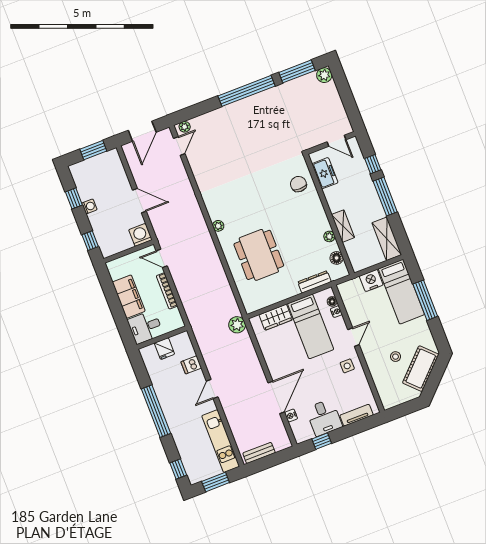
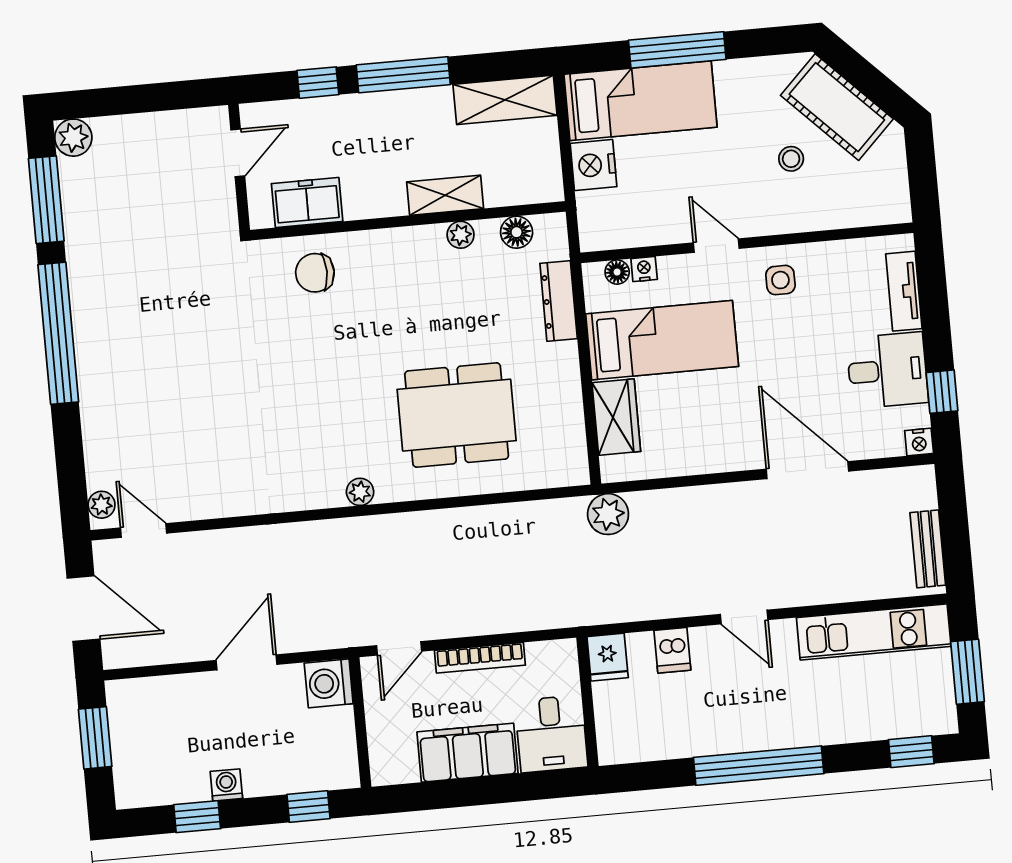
fridge: (164, 349) -> (608, 657), moved, turned 90
nightstand: (291, 416) -> (919, 442), moved

